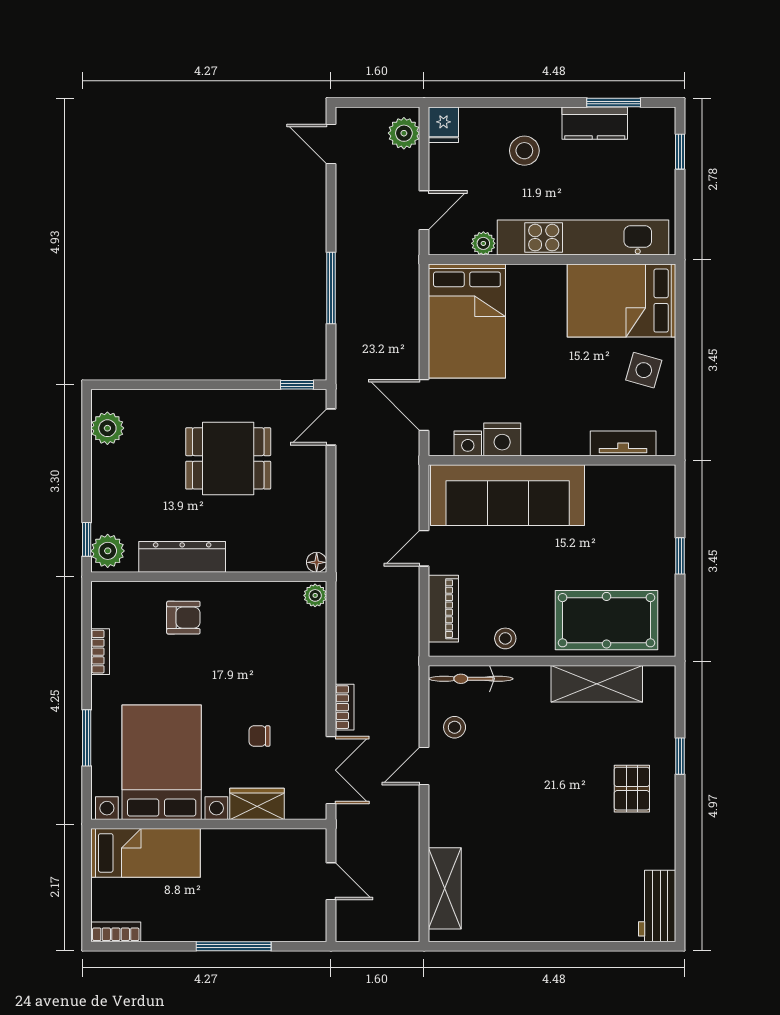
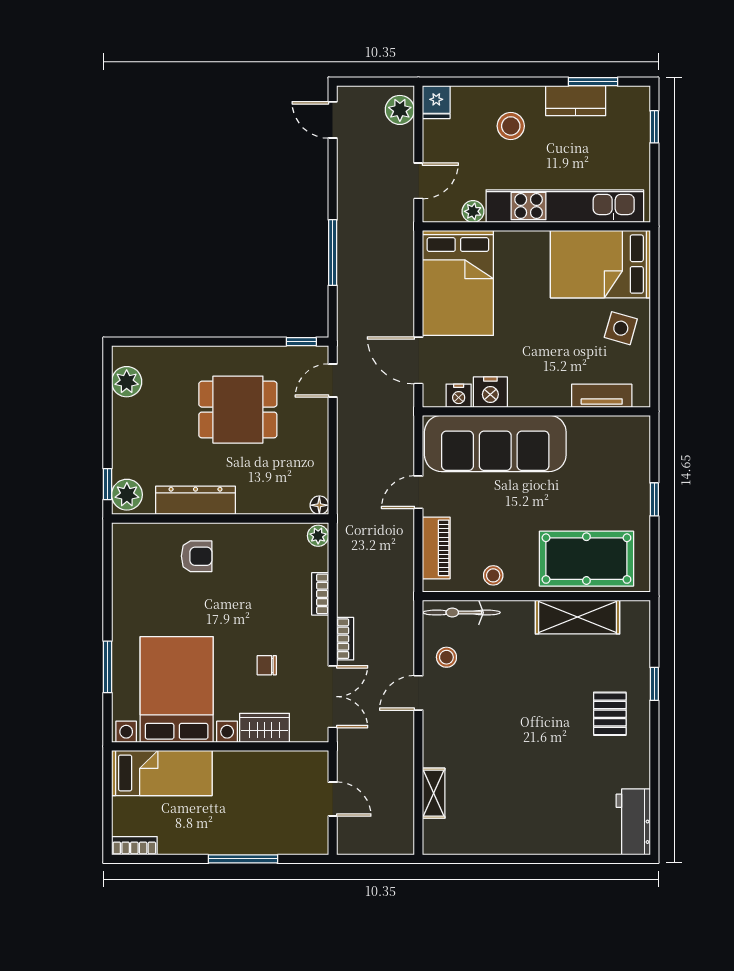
bookcase: (100, 652) -> (320, 594), moved, turned 180
shelving: (445, 888) -> (434, 793), width x0.67, depth x0.75

